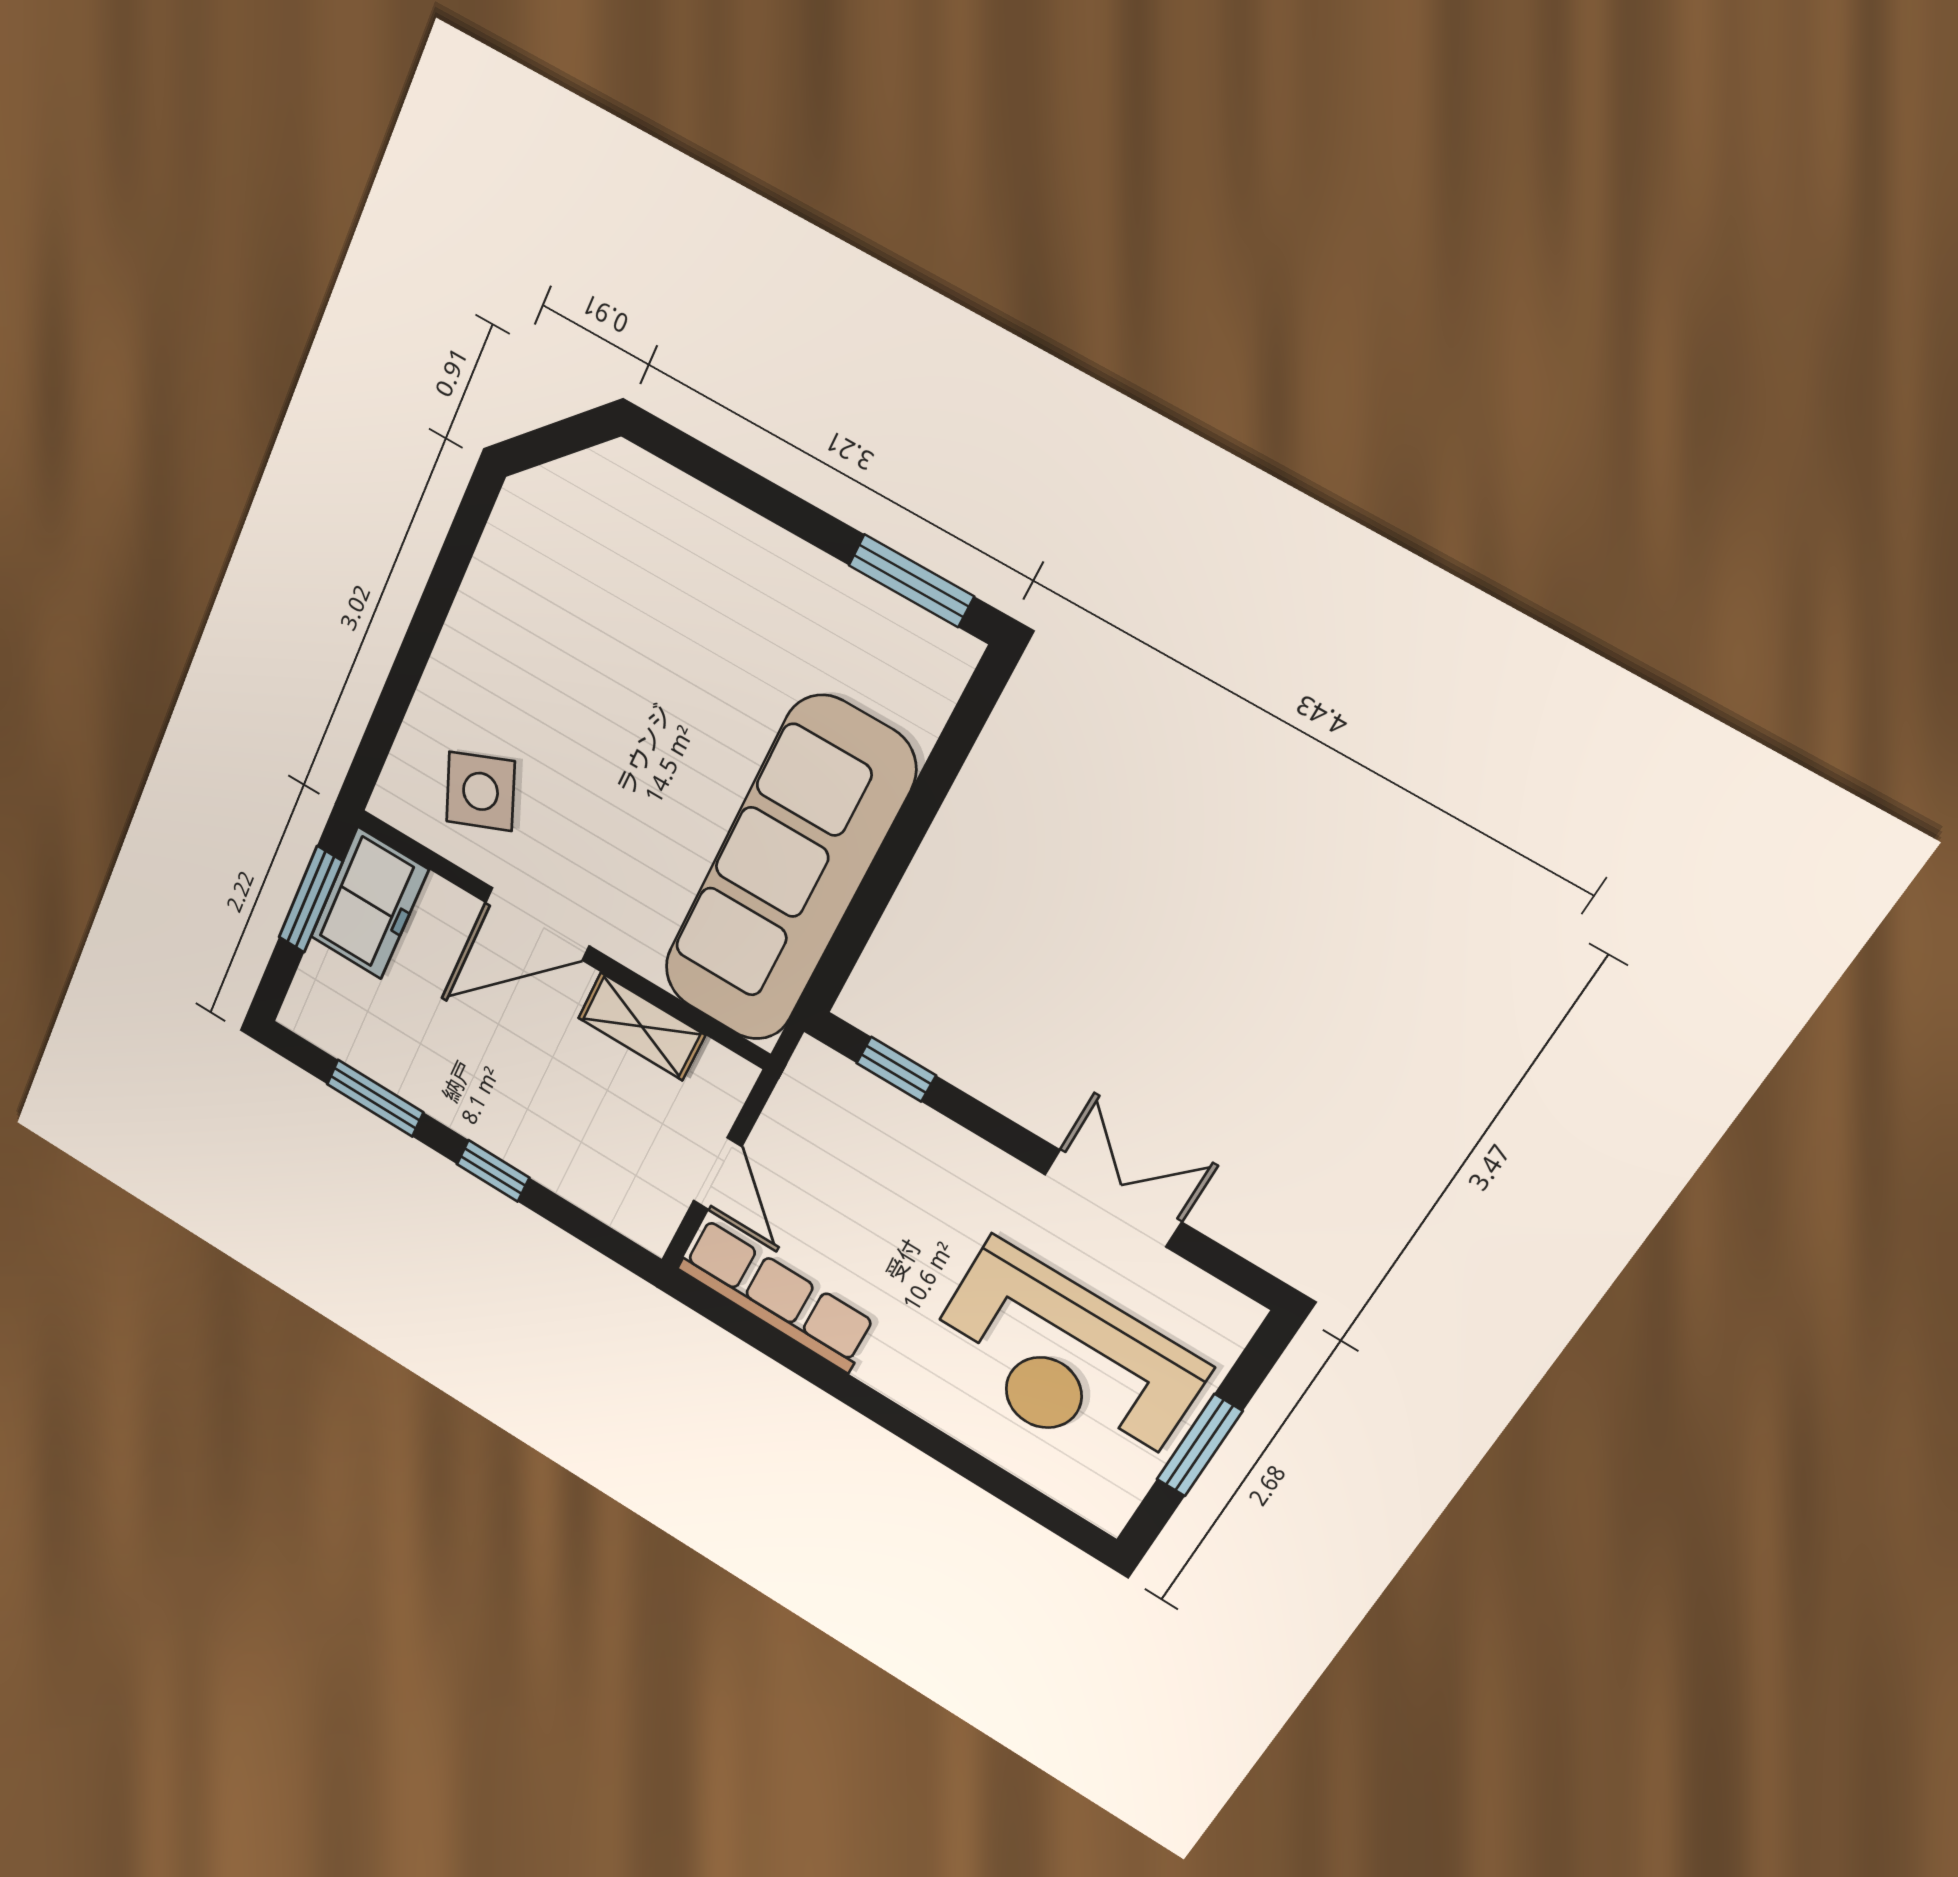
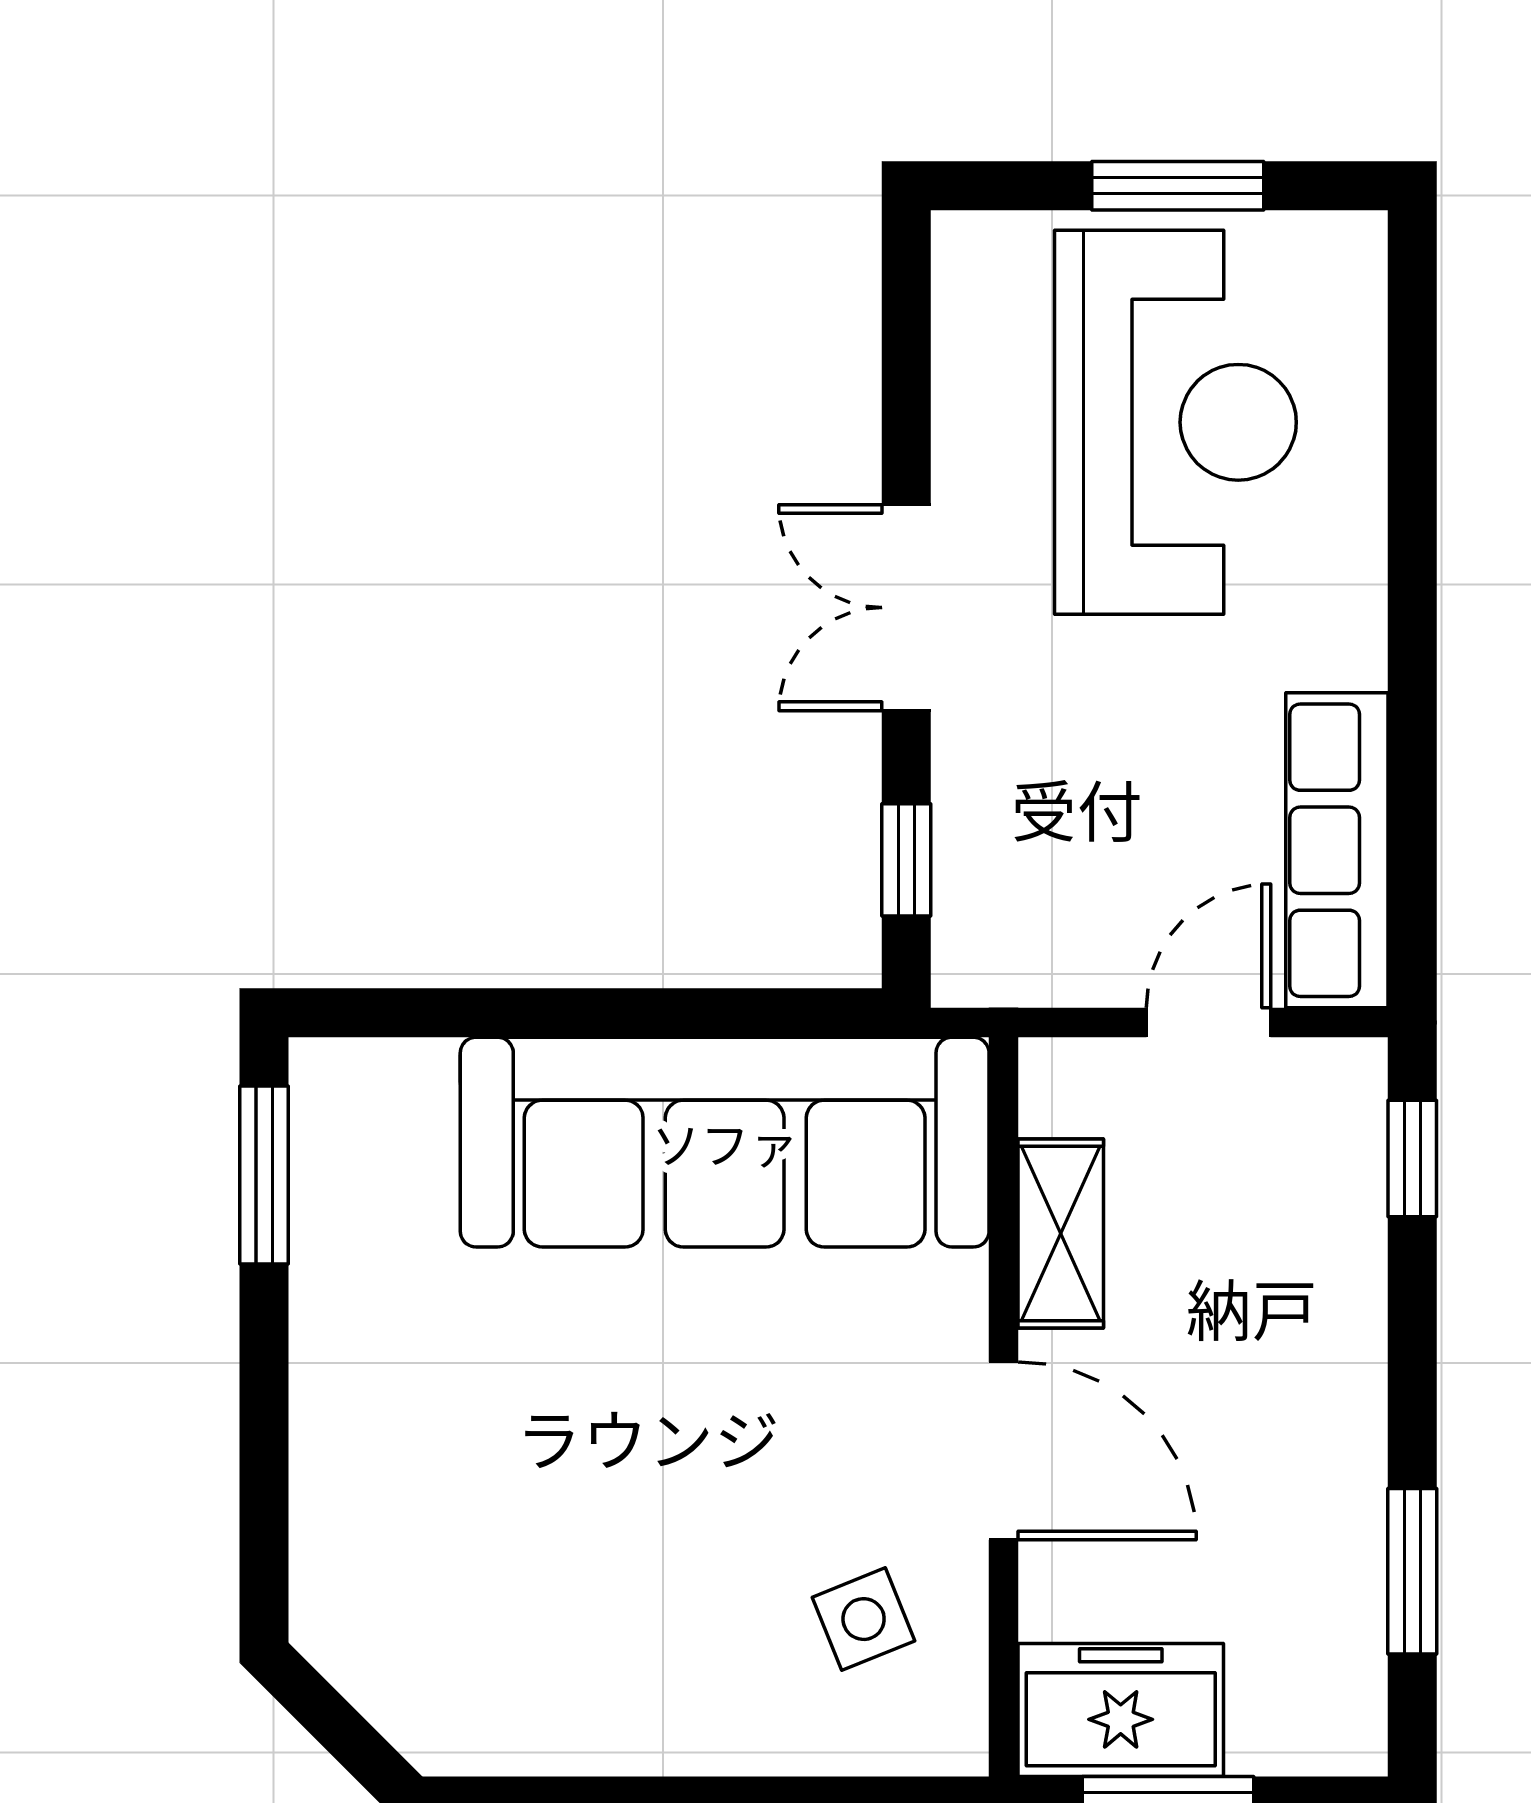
side table: (481, 791) -> (864, 1619), width x0.73, depth x0.73
window: (493, 1171) -> (1412, 1158), moved
double door: (1113, 1198) -> (906, 608), moved

